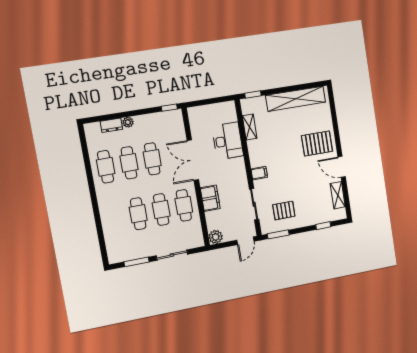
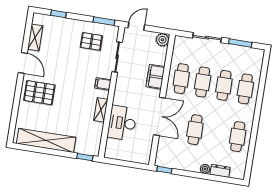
shelving: (250, 127) -> (101, 110), moved
cafe table: (129, 163) -> (245, 89), moved

